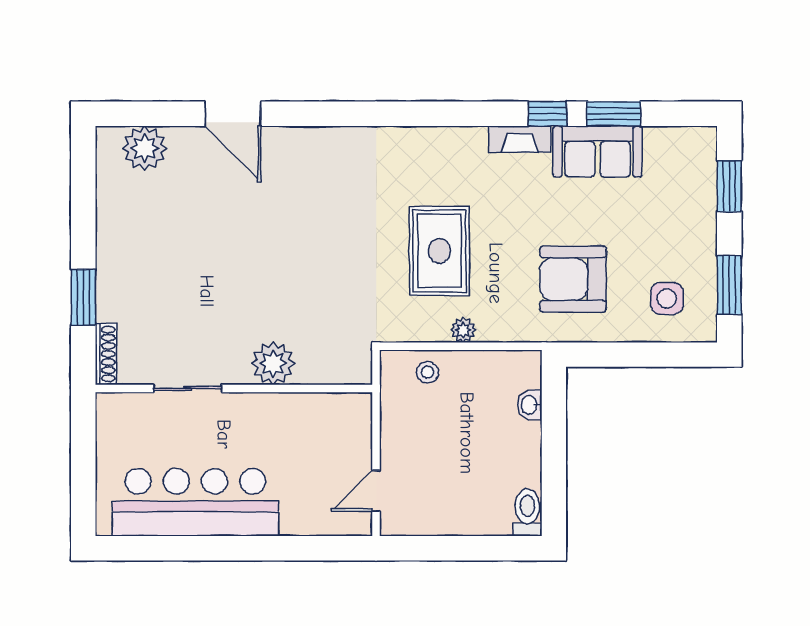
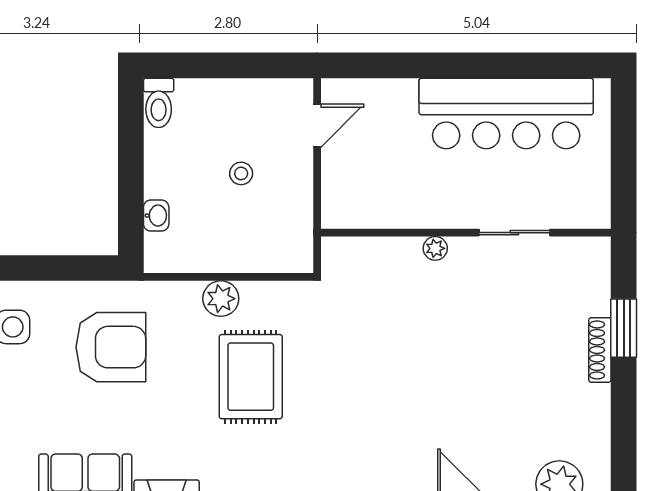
plant: (463, 330) -> (221, 299), width x1.38, depth x1.38
shoe rack: (106, 354) -> (600, 350), moved
plant: (273, 363) -> (435, 248), width x0.53, depth x0.53
stool: (427, 372) -> (241, 173), moved

